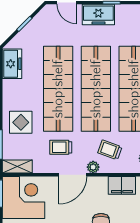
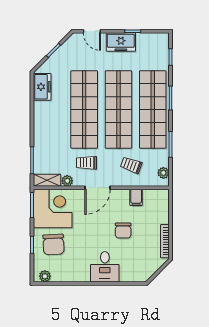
display table: (21, 122) -> (50, 140), removed
plant: (93, 167) -> (67, 181), moved
filing cabinet: (122, 185) -> (136, 197), width x0.50

